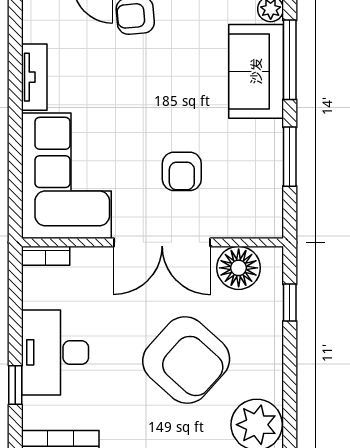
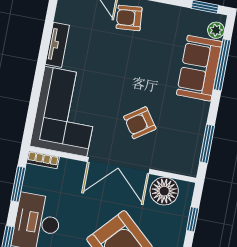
window: (290, 157) -> (207, 144), moved
armchair: (182, 171) -> (140, 123), turned 55
window: (15, 300) -> (18, 184), added

